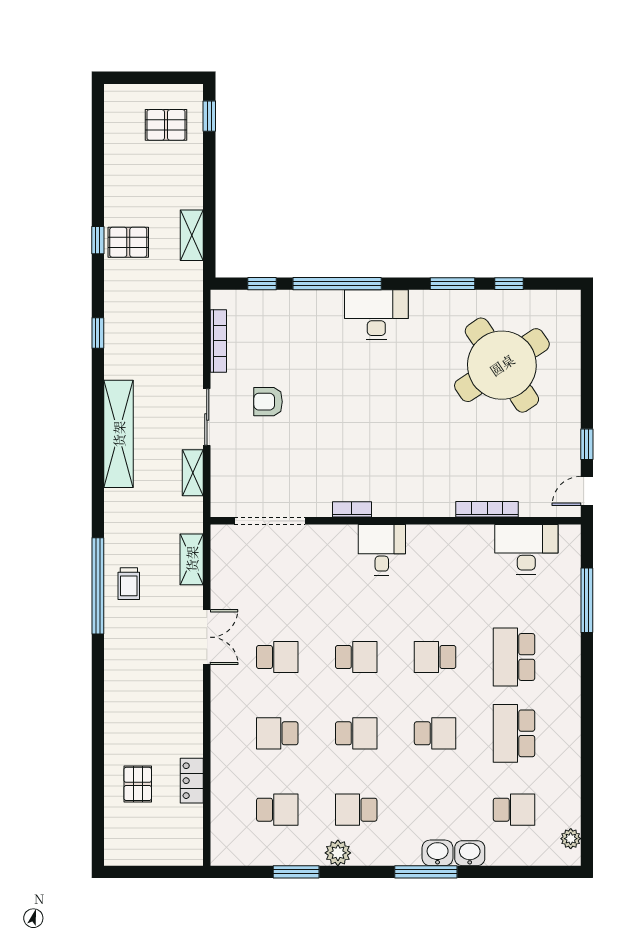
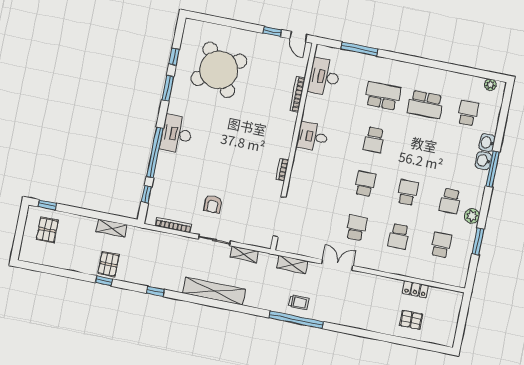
desk: (382, 550) -> (312, 137), moved
school desk: (514, 657) -> (383, 96), turned 180
school desk: (435, 733) -> (416, 148), removed

